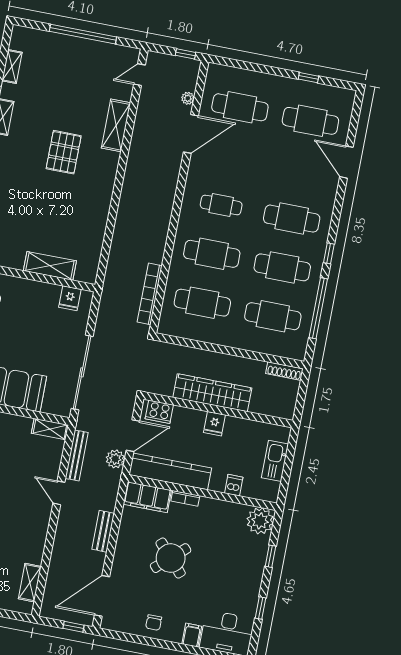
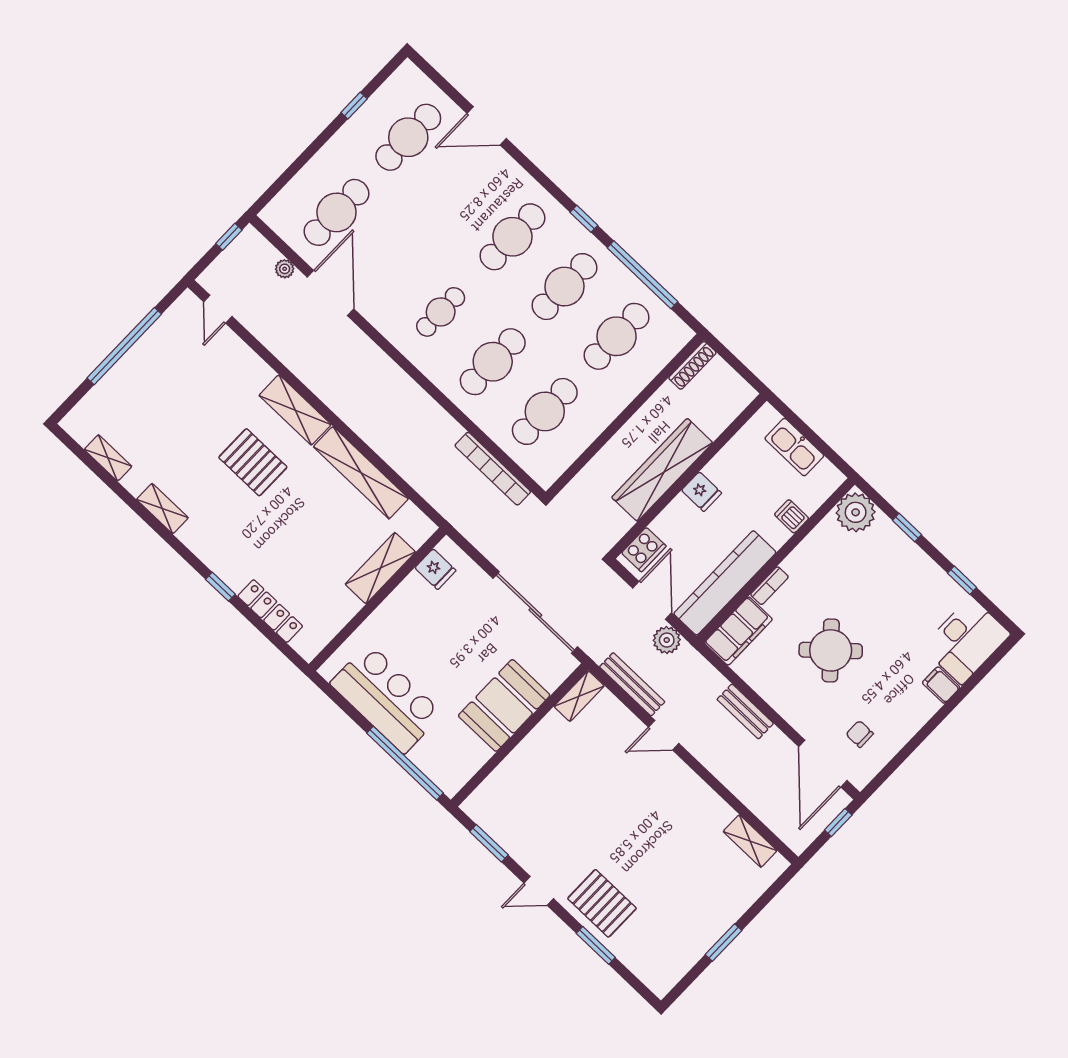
shelving: (116, 125) -> (295, 410), moved
shelving: (98, 219) -> (361, 473), added
chair: (154, 623) -> (860, 734), moved, turned 180

